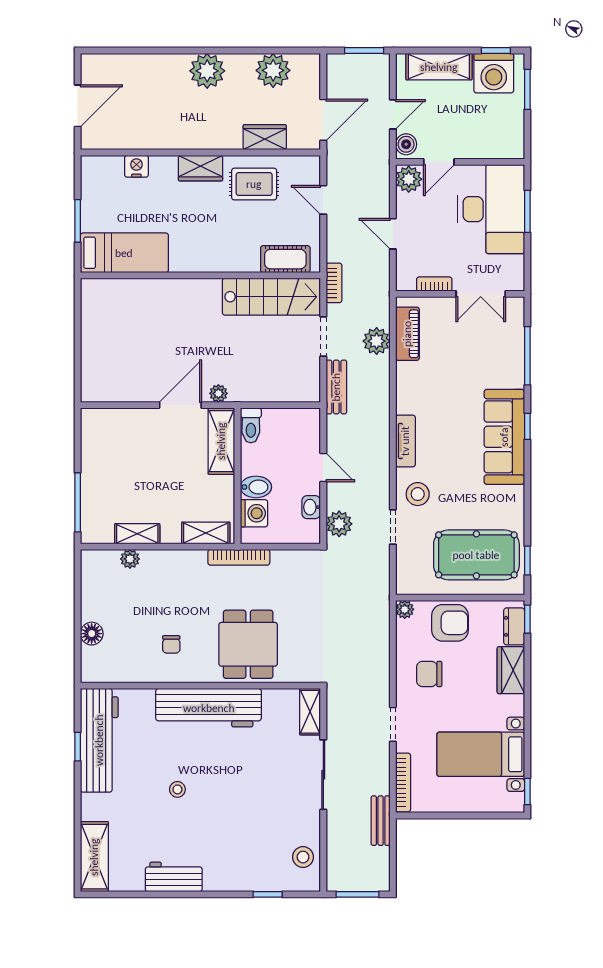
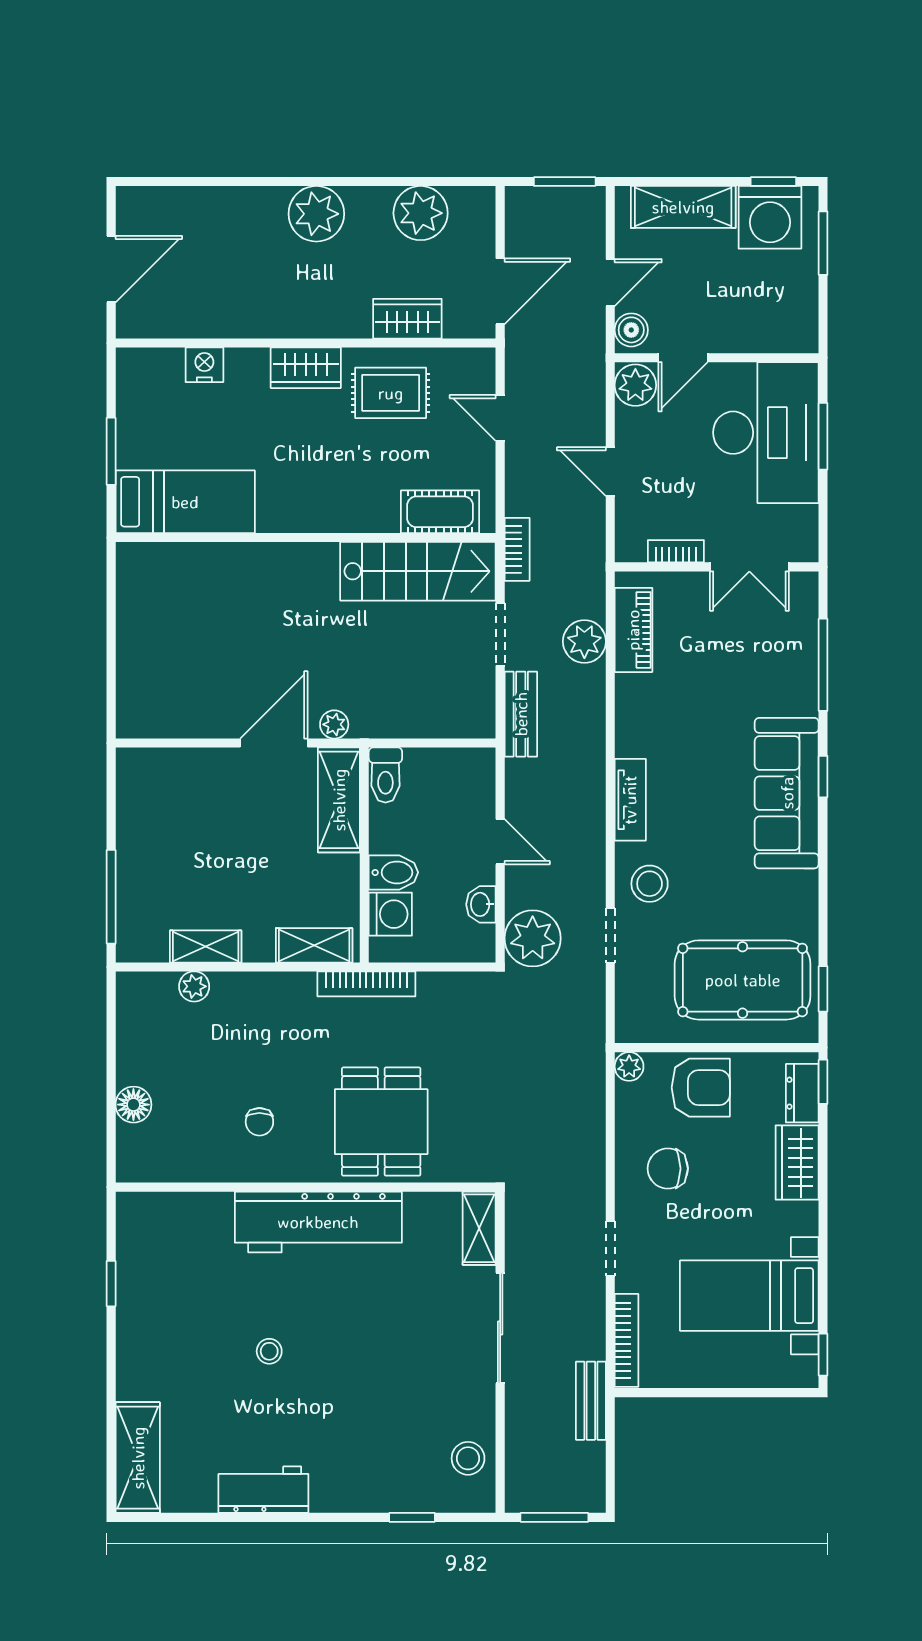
plant: (339, 524) -> (533, 938), width x1.36, depth x1.36
workbench: (99, 740) -> (145, 1274), removed

